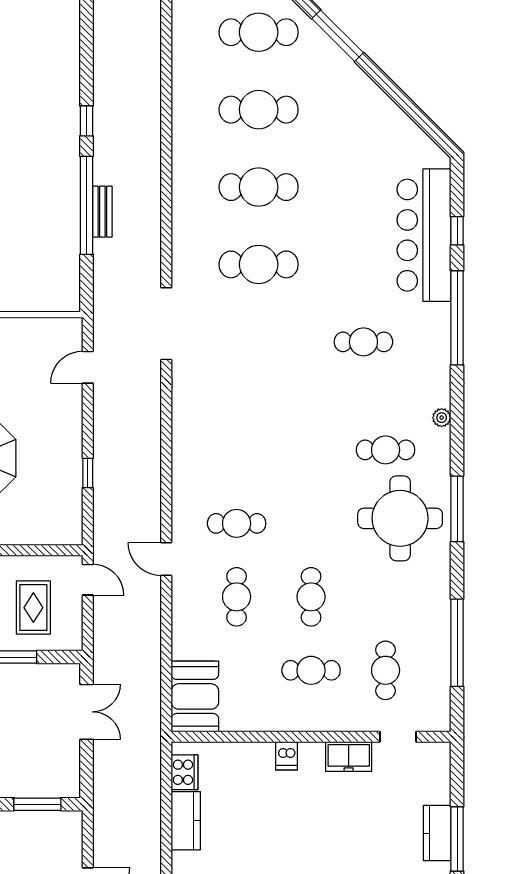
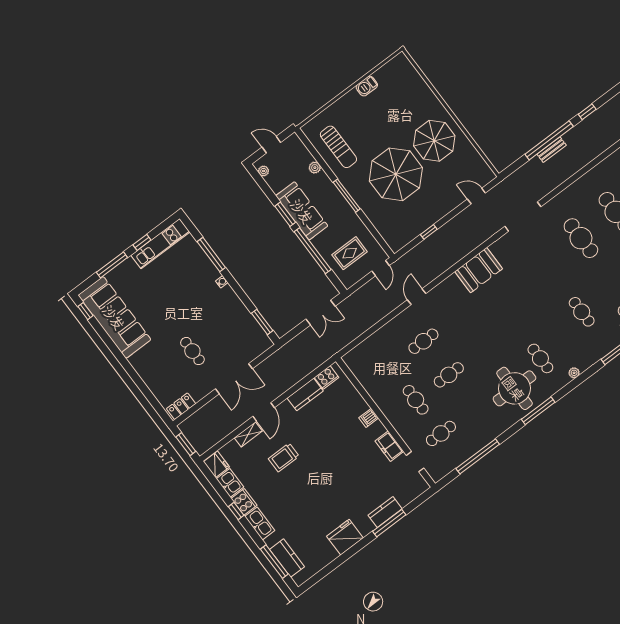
cafe table: (237, 523) -> (457, 316), removed
booth: (195, 696) -> (479, 270), moved

